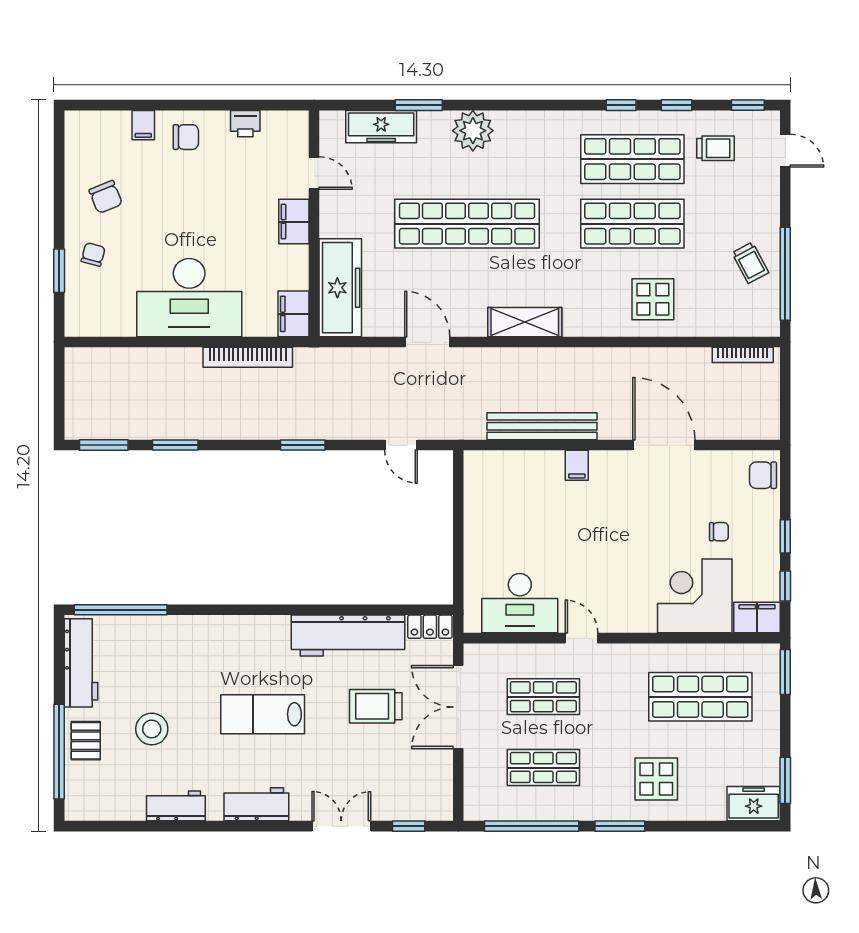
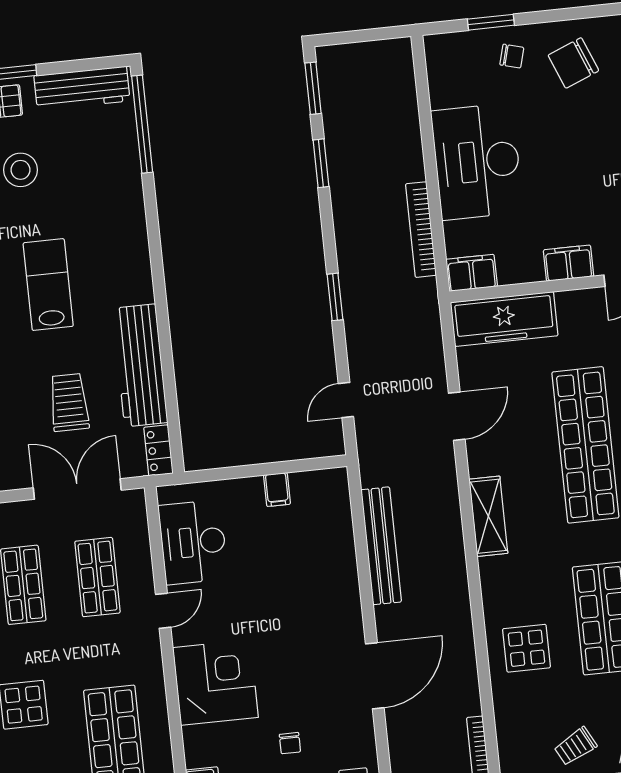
chair: (106, 197) -> (573, 63), width x1.37, depth x1.37
filing cabinet: (577, 465) -> (277, 490), moved, turned -90
corner desk: (695, 596) -> (215, 683), moved

